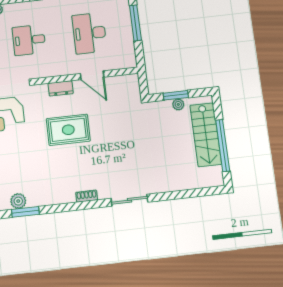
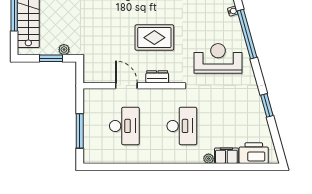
desk: (29, 40) -> (182, 126), width x1.37
plant: (178, 104) -> (64, 50), moved

